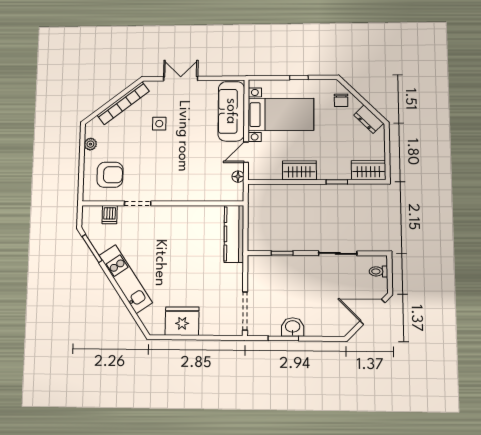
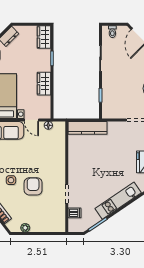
armchair: (110, 175) -> (33, 186), moved

